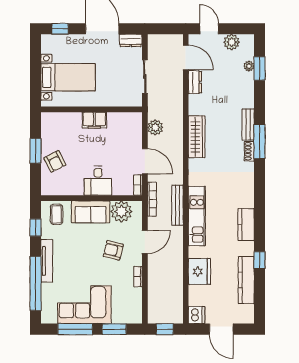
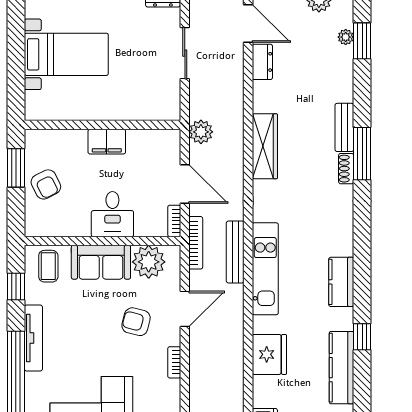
wall: (92, 109) -> (102, 125), moved
filing cabinet: (94, 120) -> (107, 142), moved

